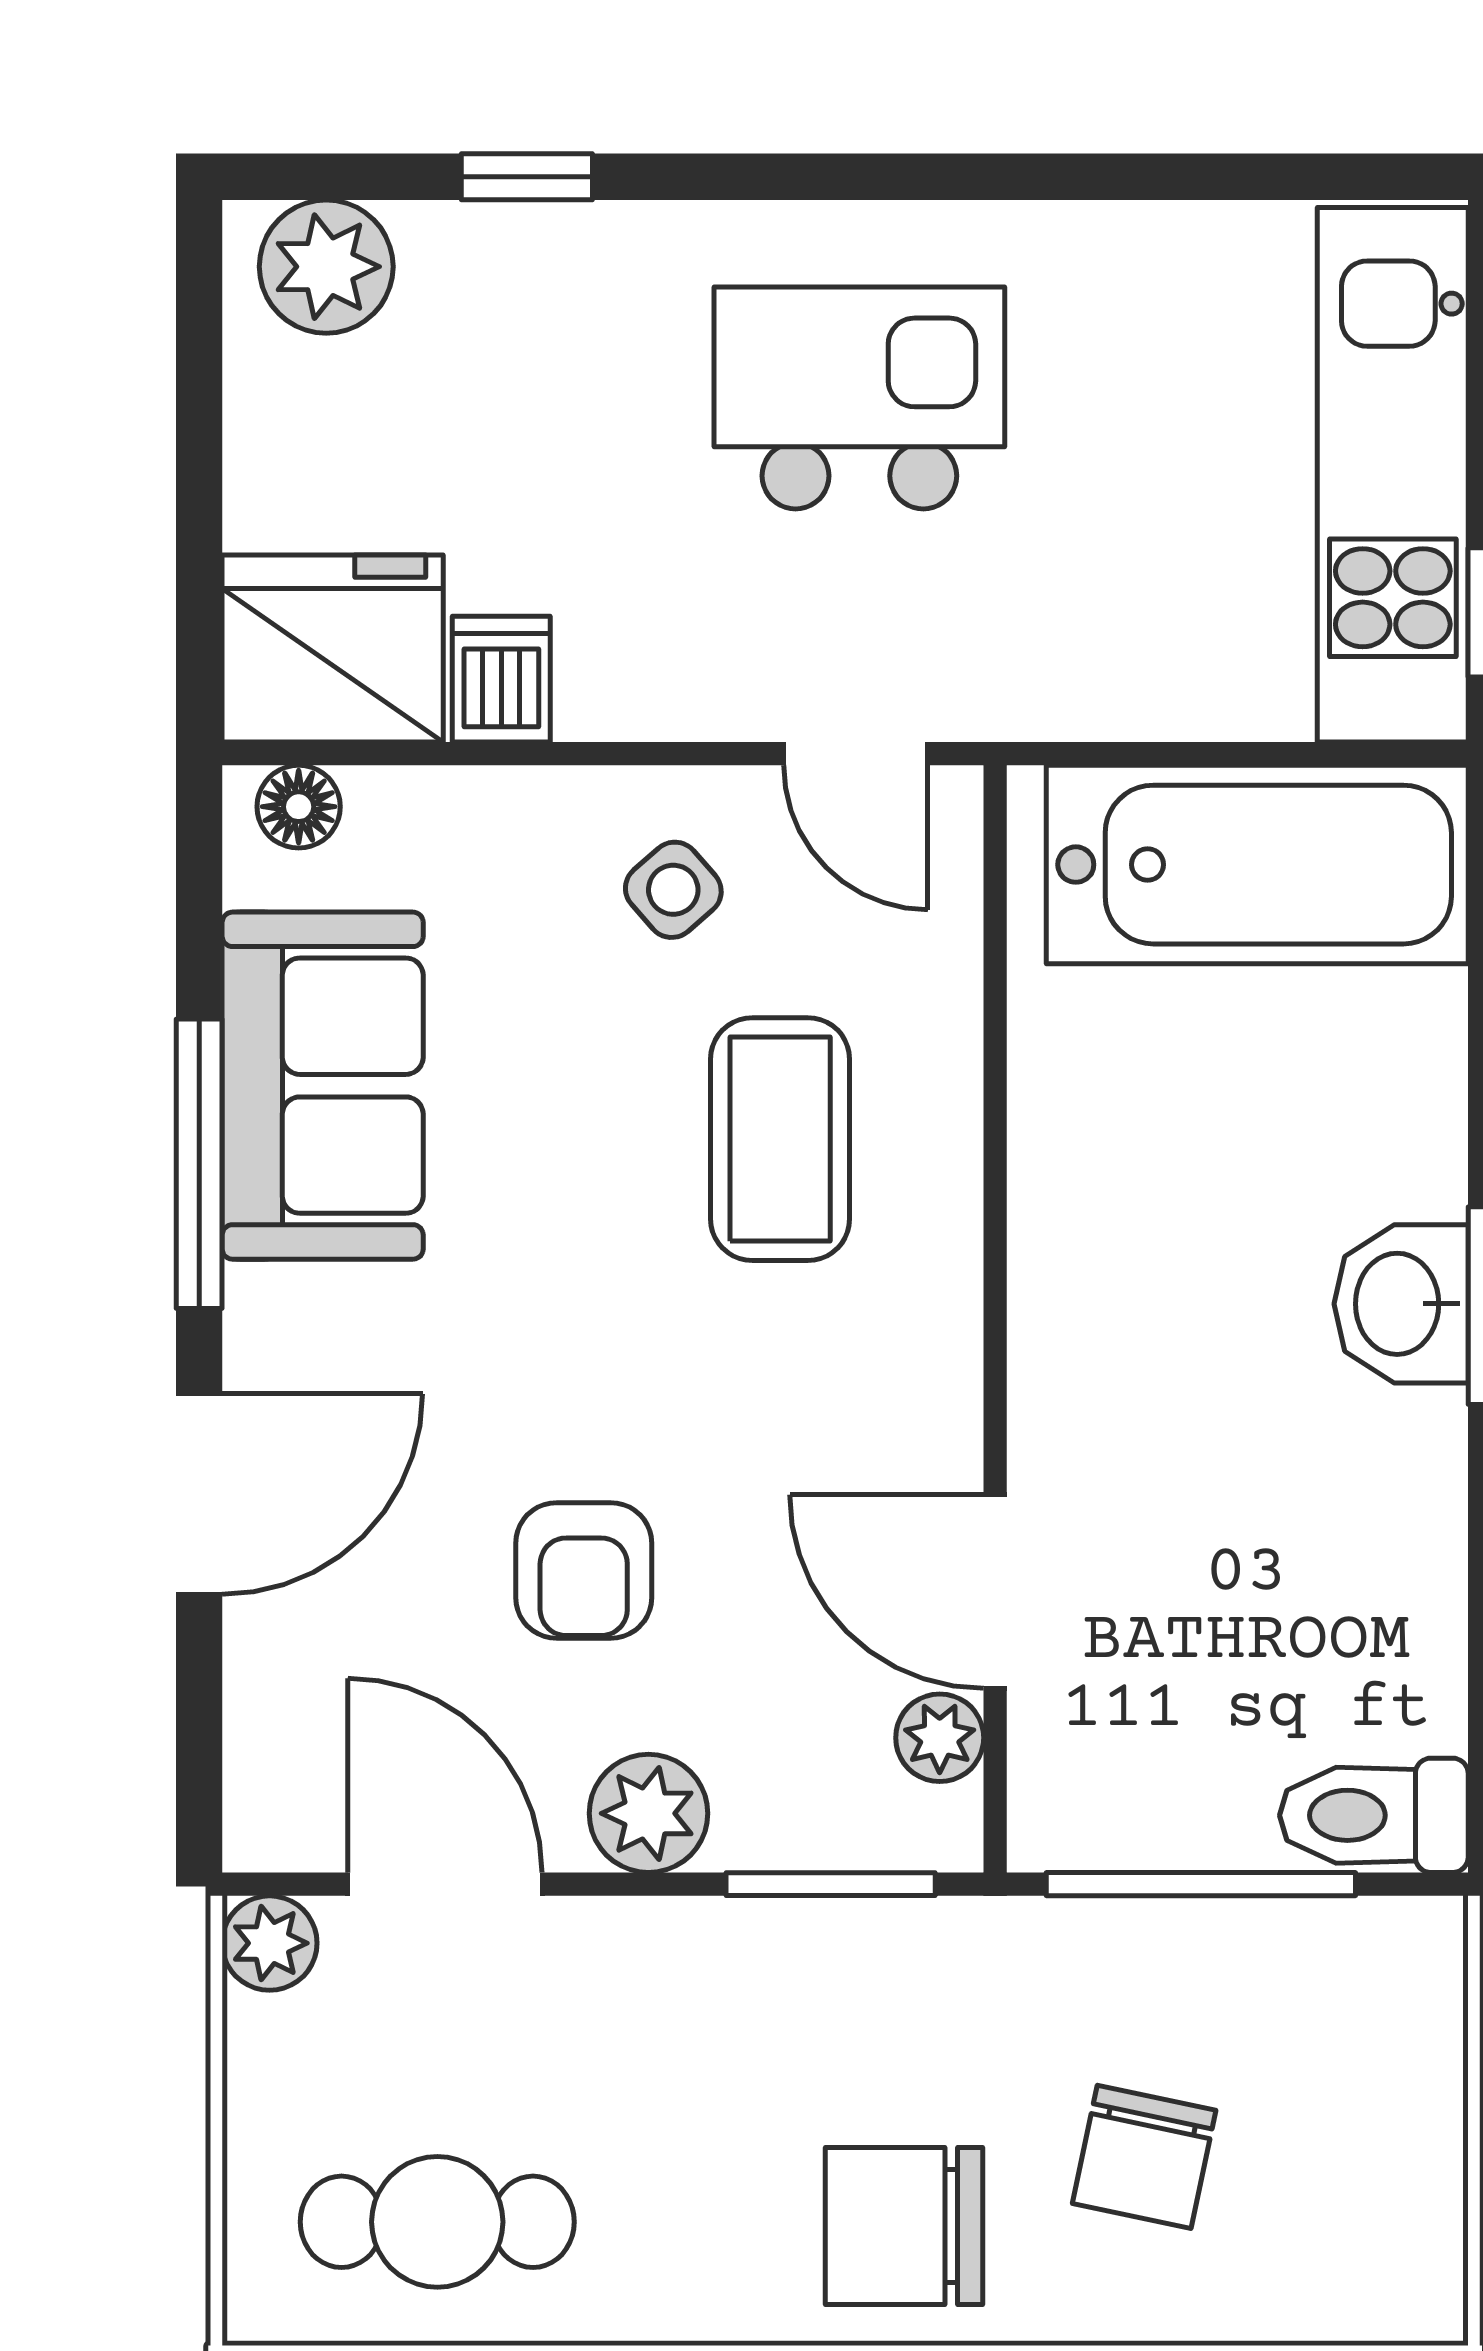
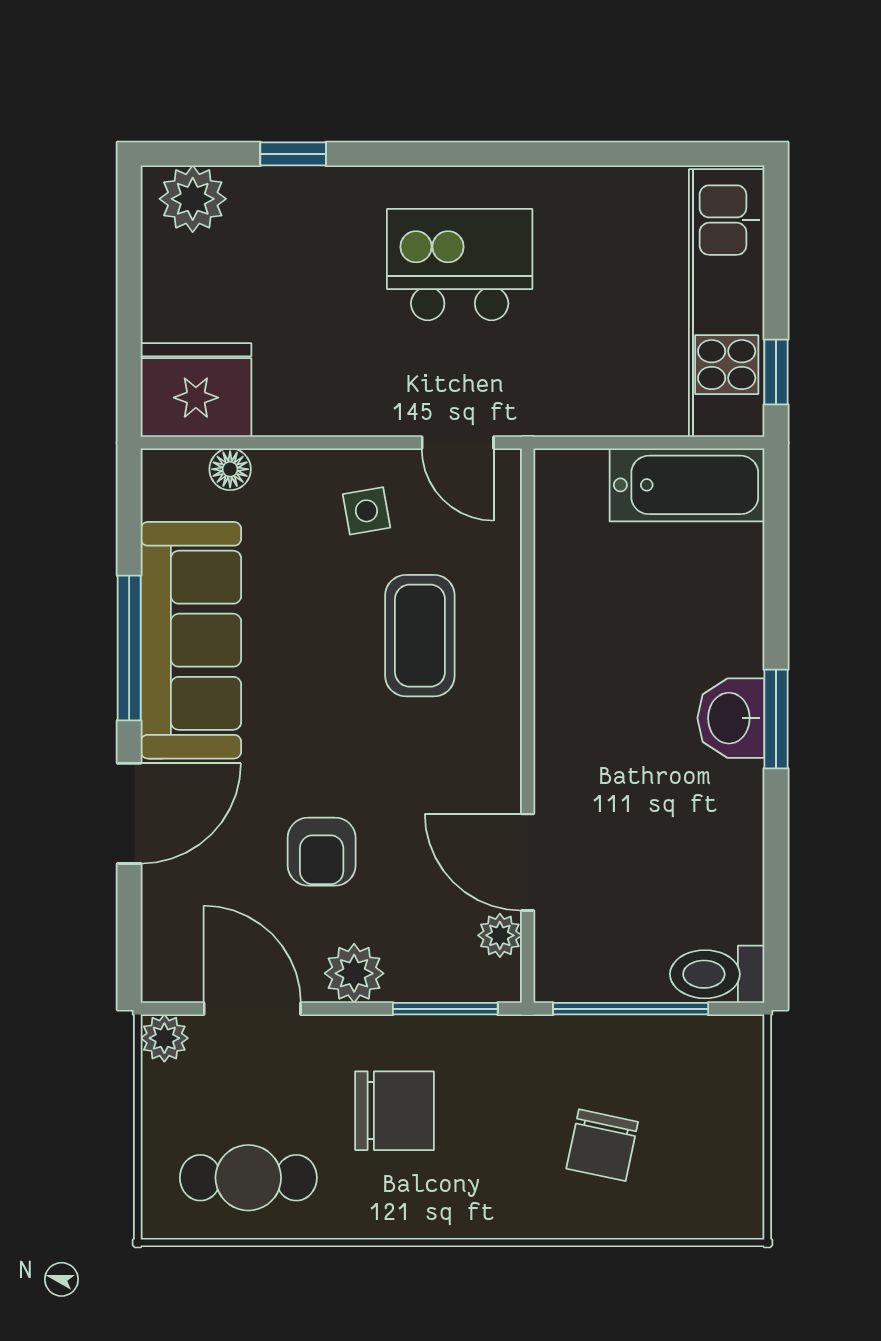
dishwasher: (501, 679) -> (280, 405), removed
floor lamp: (299, 807) -> (230, 469), moved
bathtub: (1257, 865) -> (687, 485), width x0.73, depth x0.73
side table: (673, 890) -> (366, 511), turned 31
sofa: (323, 1086) -> (191, 640), width x1.36
chair: (904, 2226) -> (394, 1111), moved, turned 180

